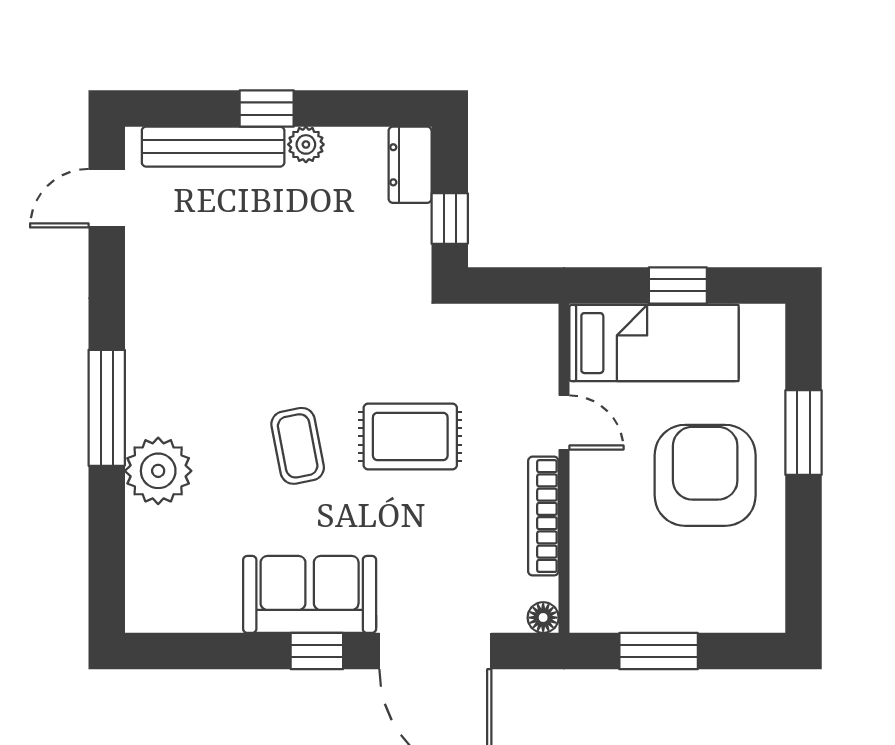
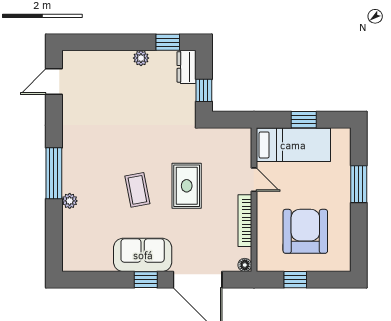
window: (267, 108) -> (168, 42), moved
bench: (213, 147) -> (100, 59), removed
rug: (410, 436) -> (187, 186), turned 90
plant: (158, 471) -> (70, 201), width x0.53, depth x0.53
armchair: (705, 475) -> (305, 231), moved
window: (659, 651) -> (295, 280), width x0.67

